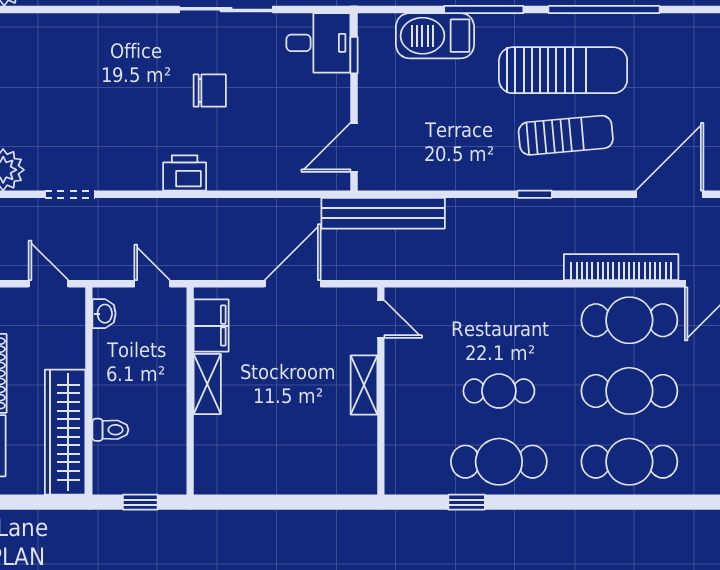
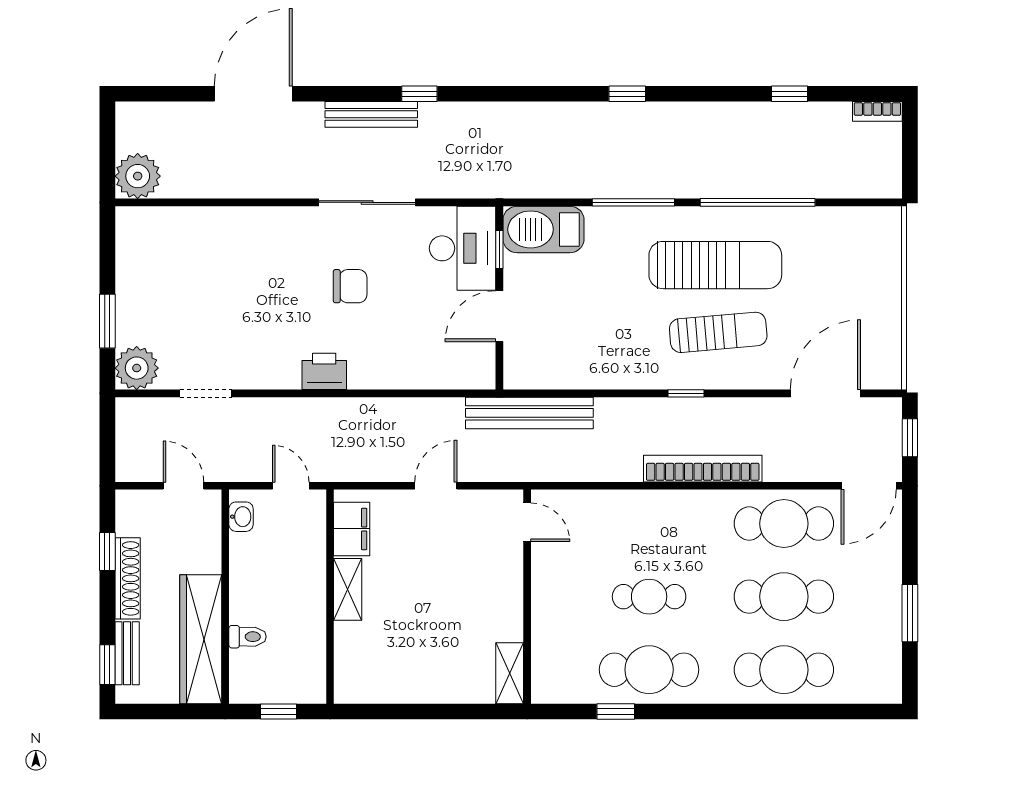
barbecue: (435, 36) -> (544, 229), moved
desk: (318, 43) -> (463, 248), width x1.37
door: (354, 147) -> (499, 316), moved
bookcase: (621, 267) -> (703, 469), moved
door: (293, 284) -> (436, 486), width x0.73
shelving: (364, 385) -> (510, 673), moved

